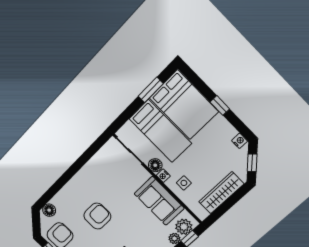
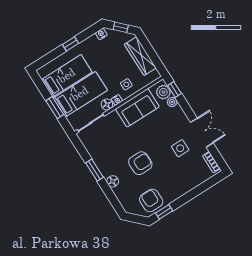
window: (151, 90) -> (55, 108), moved
bed: (184, 105) -> (67, 76), width x0.67
window: (77, 166) -> (94, 170), added
floor lamp: (49, 210) -> (113, 181), moved
armchair: (97, 216) -> (140, 163), turned 90

